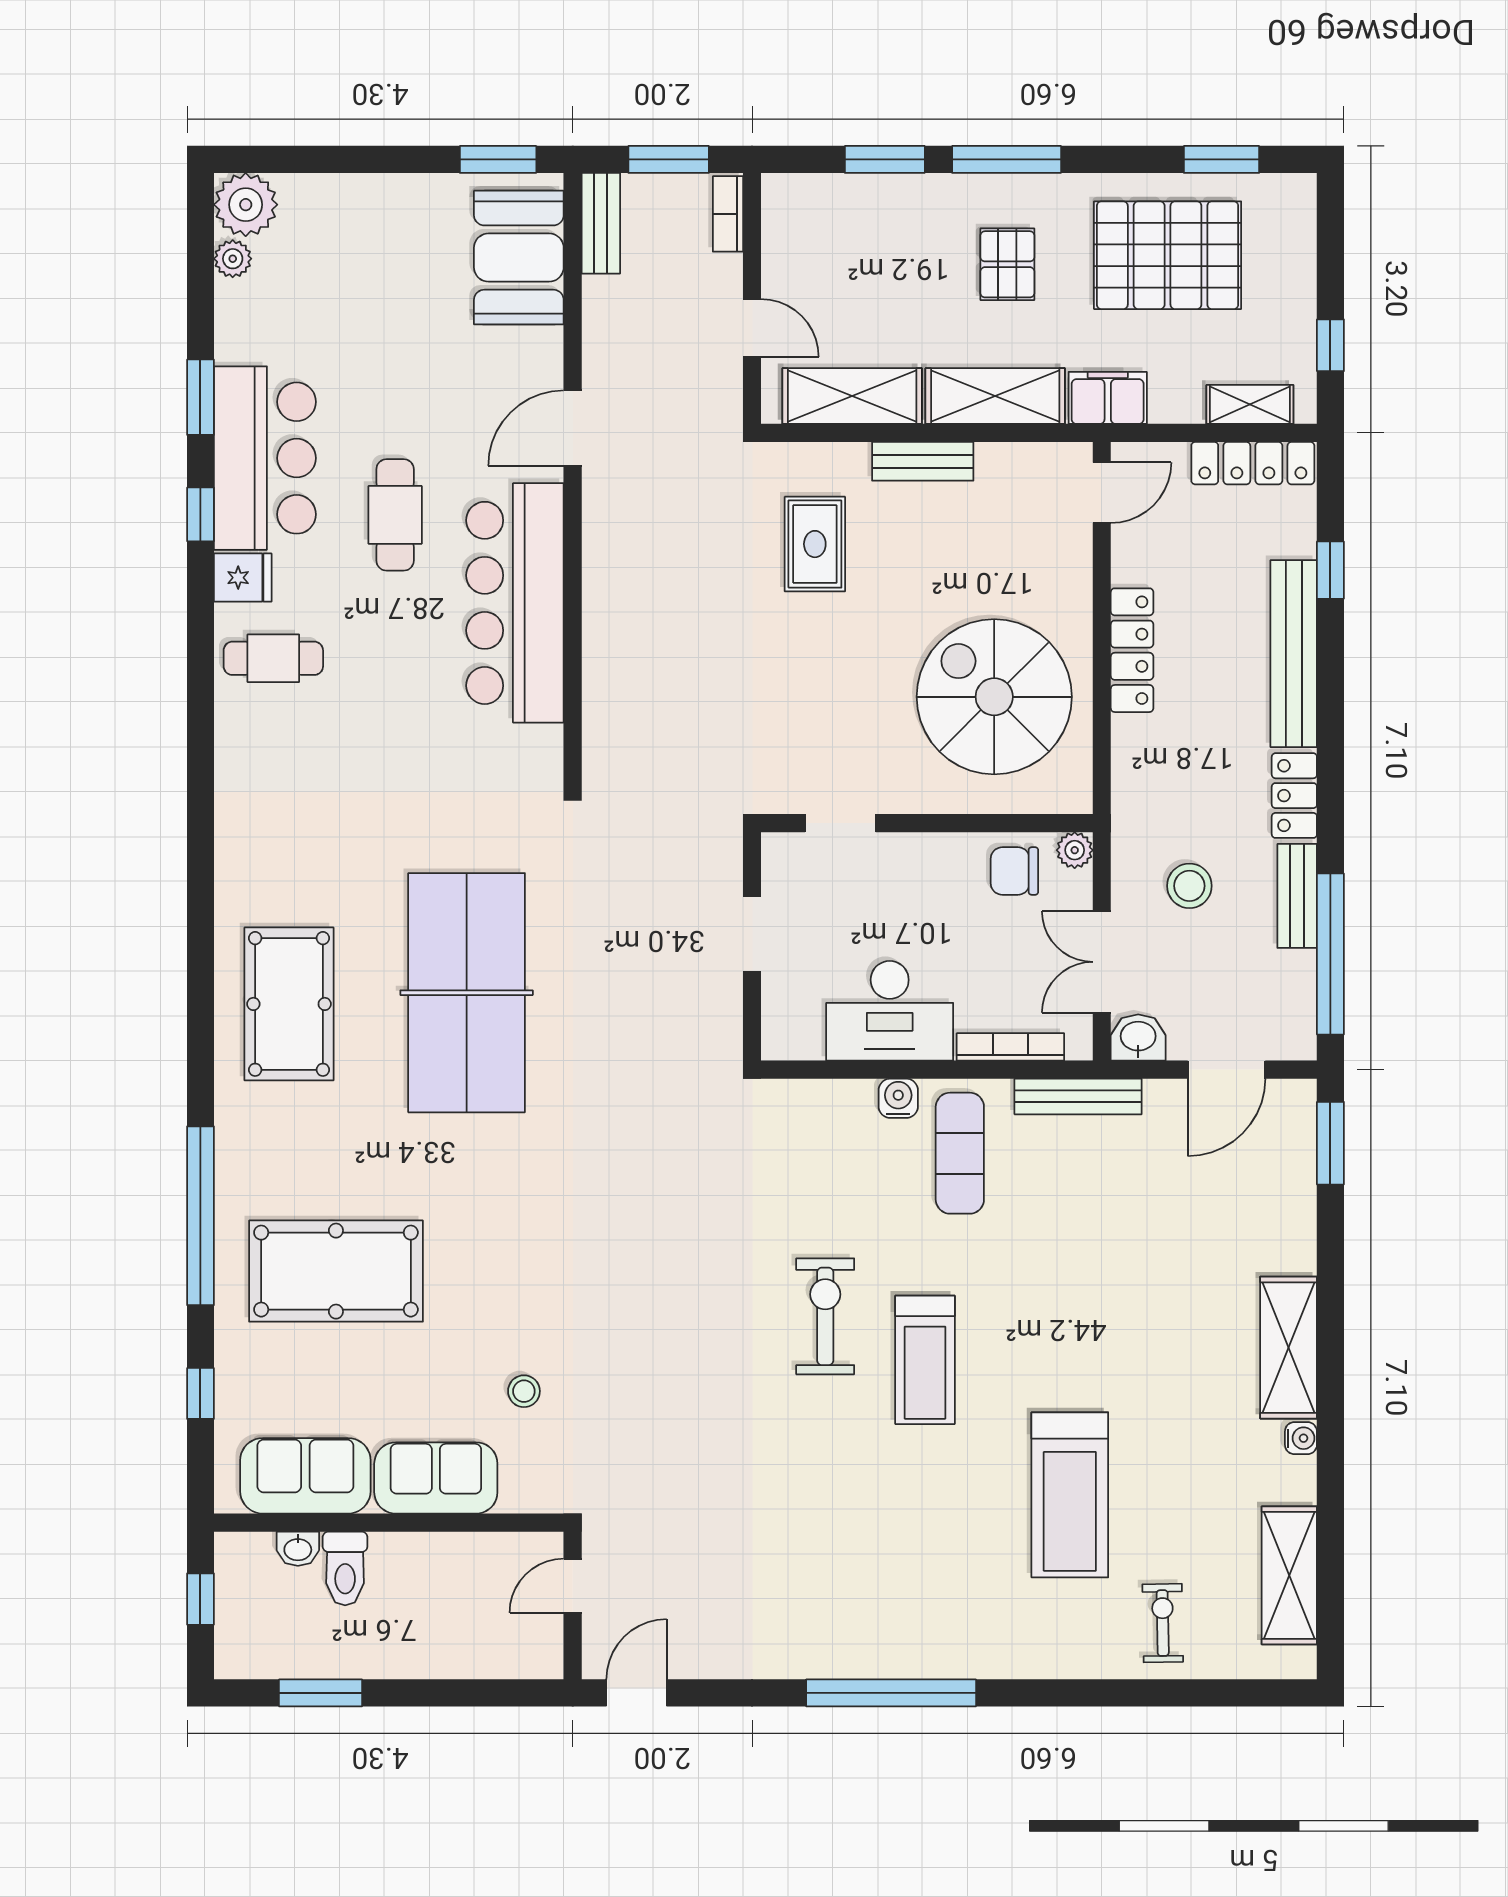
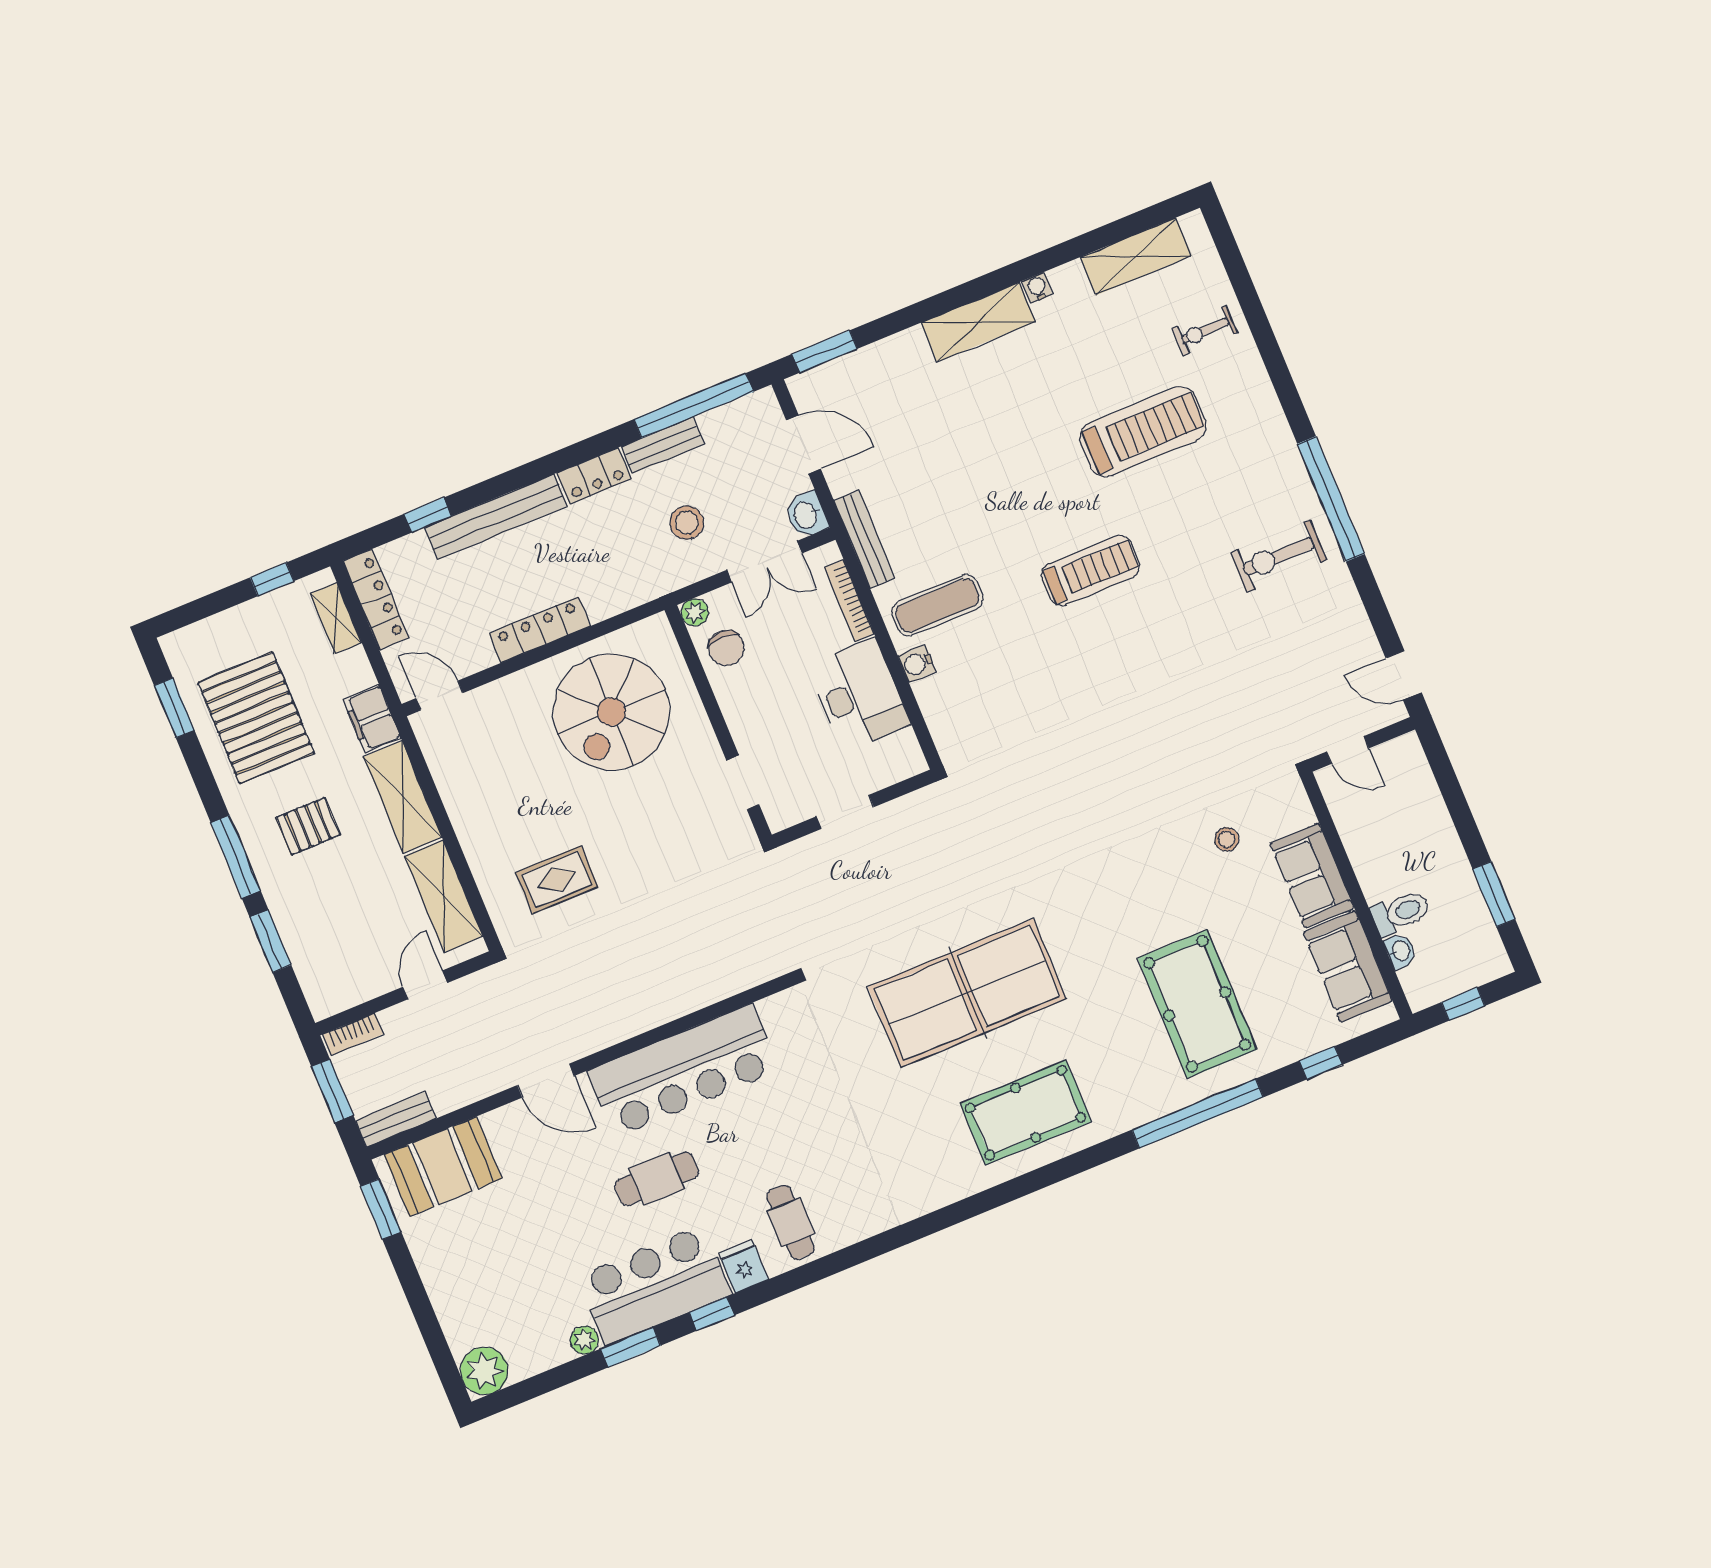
plant: (233, 259) -> (584, 1340), moved
bench: (923, 461) -> (469, 829), removed
exercise bike: (825, 1316) -> (1279, 556), moved

